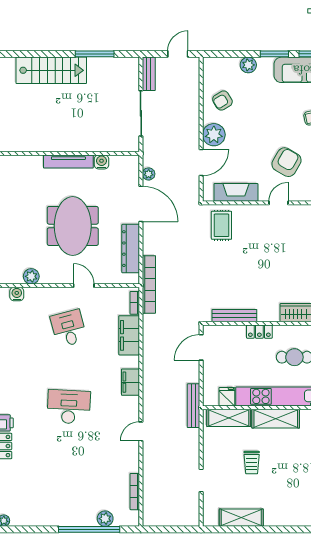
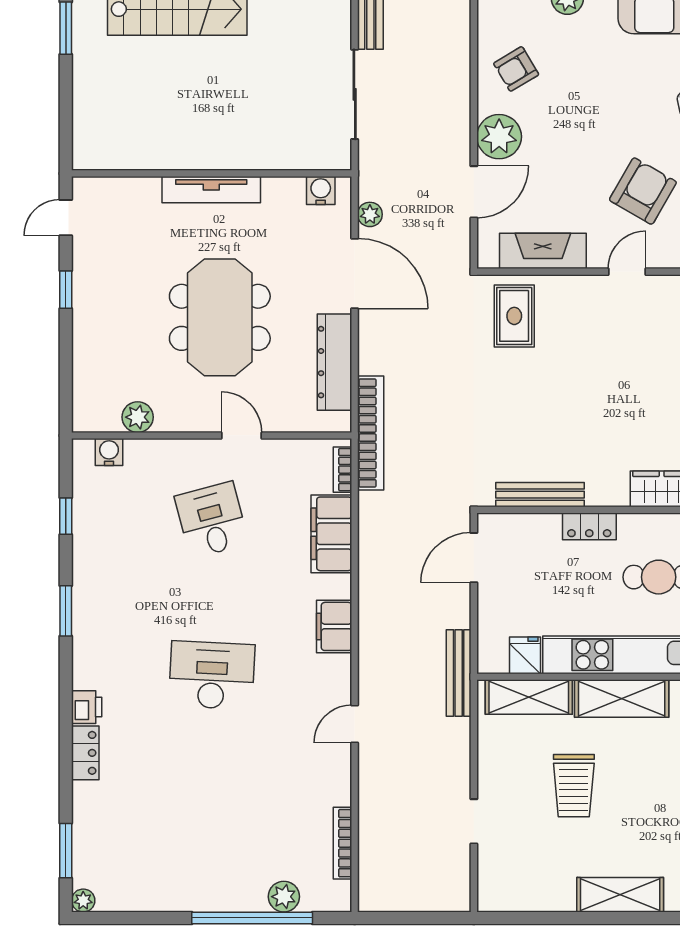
water cooler: (102, 162) -> (321, 190), moved
trolley: (252, 463) -> (574, 786), width x1.36, depth x1.39
shelving: (241, 518) -> (620, 895), moved

